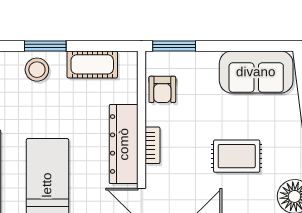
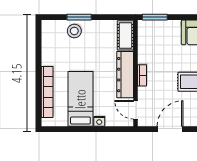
cot: (92, 64) -> (125, 35), moved, turned 90
armchair: (162, 89) -> (148, 43), removed

